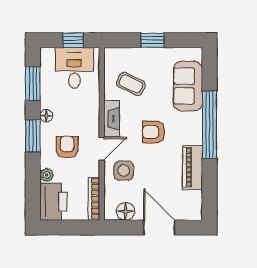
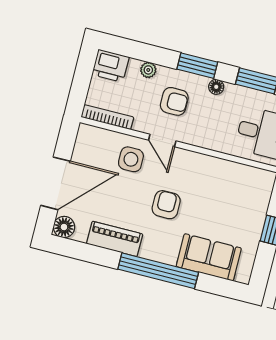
coffee table: (131, 84) -> (228, 193), removed
fireplace: (112, 119) -> (194, 161), removed
printer: (53, 202) -> (111, 66), width x0.73, depth x0.84
floor lamp: (125, 211) -> (64, 227), moved
door: (159, 227) -> (55, 183), width x1.36

